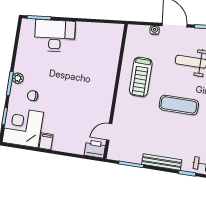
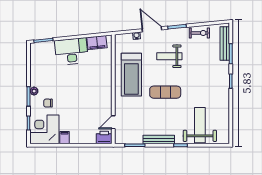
filing cabinet: (104, 31) -> (97, 43), added
desk: (55, 36) -> (71, 51), moved
treadmill: (141, 77) -> (131, 75), width x1.37, depth x1.38

